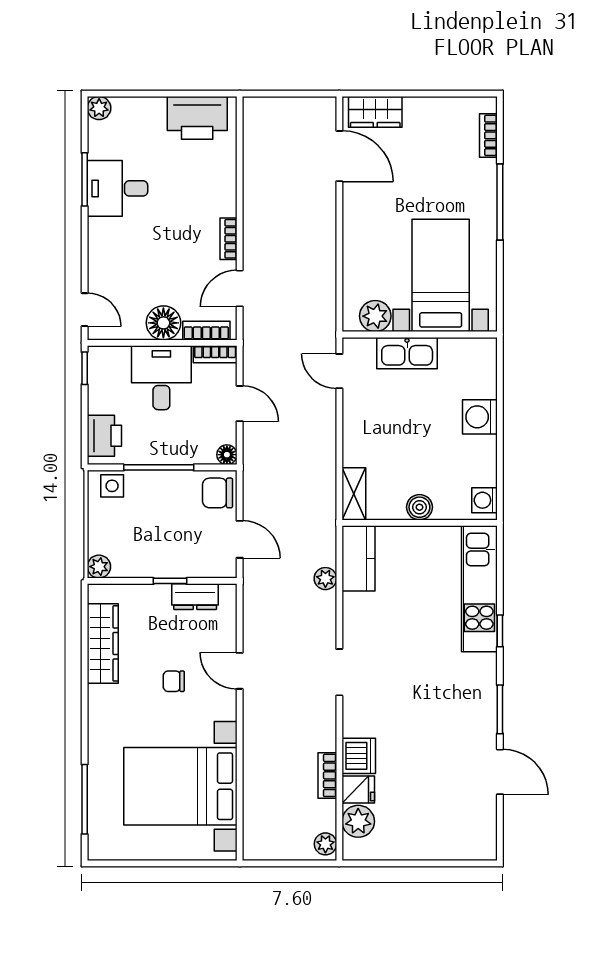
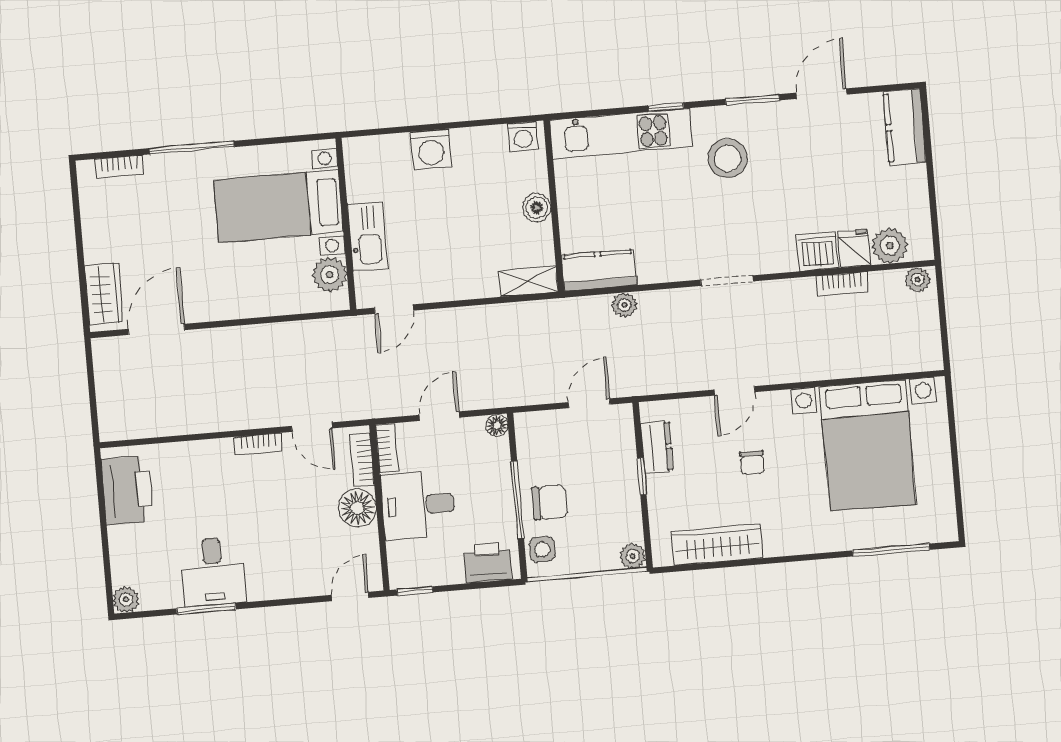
chair: (218, 493) -> (550, 502), moved, turned -90
stool: (449, 683) -> (728, 158), added
kitchen counter: (464, 844) -> (905, 127), added

